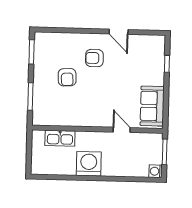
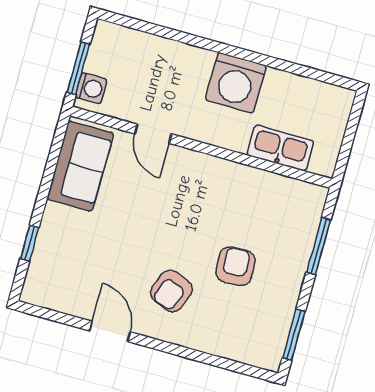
armchair: (94, 58) -> (171, 291), turned 111
washing machine: (156, 171) -> (91, 88), moved

